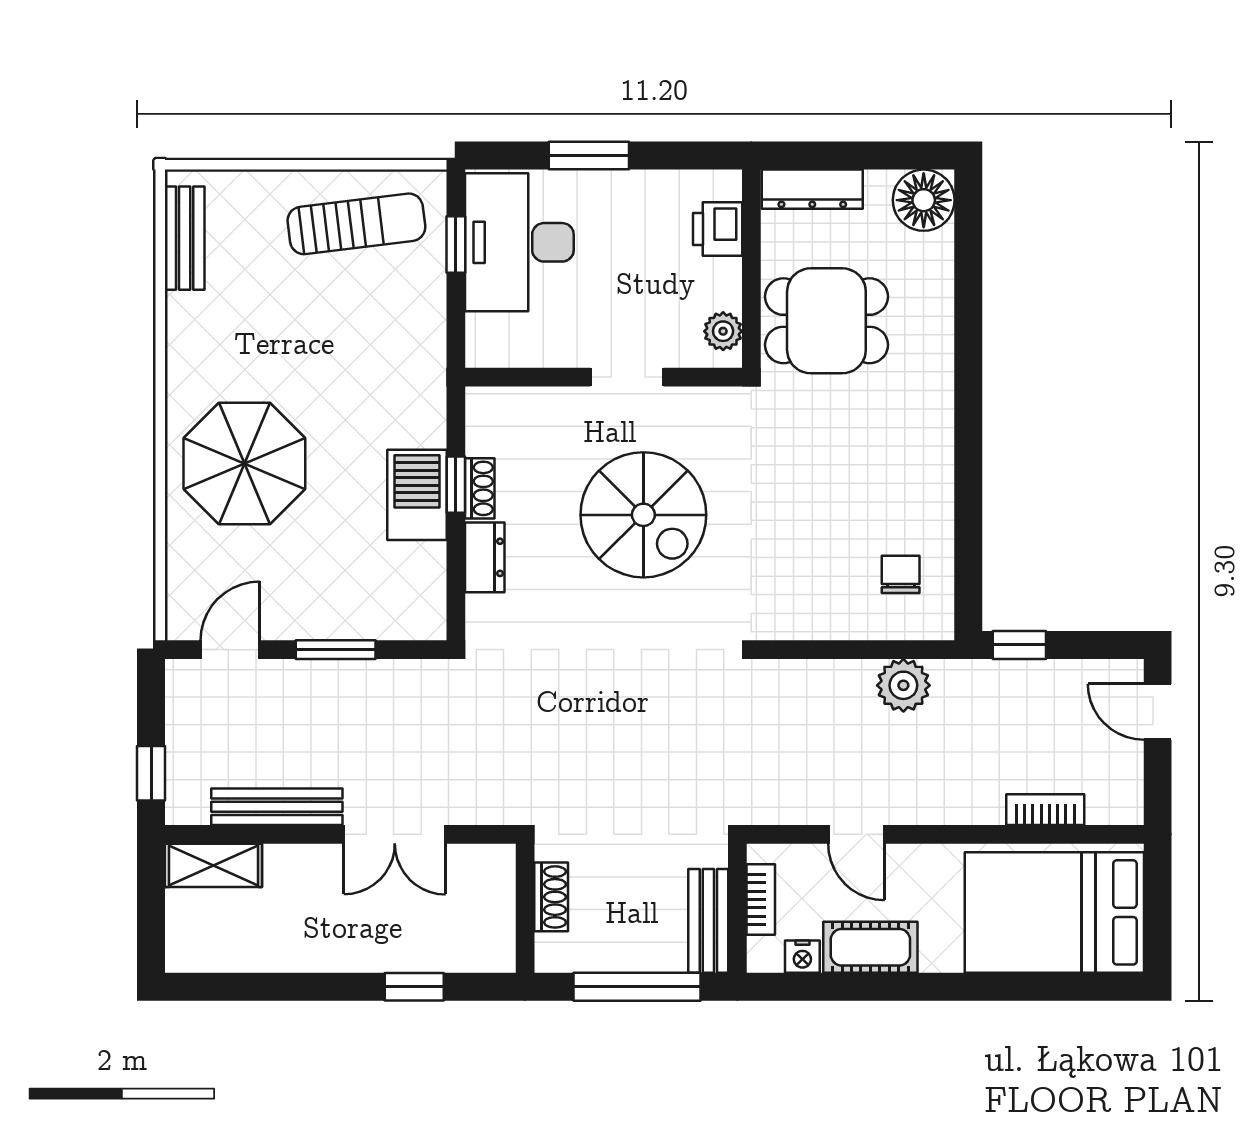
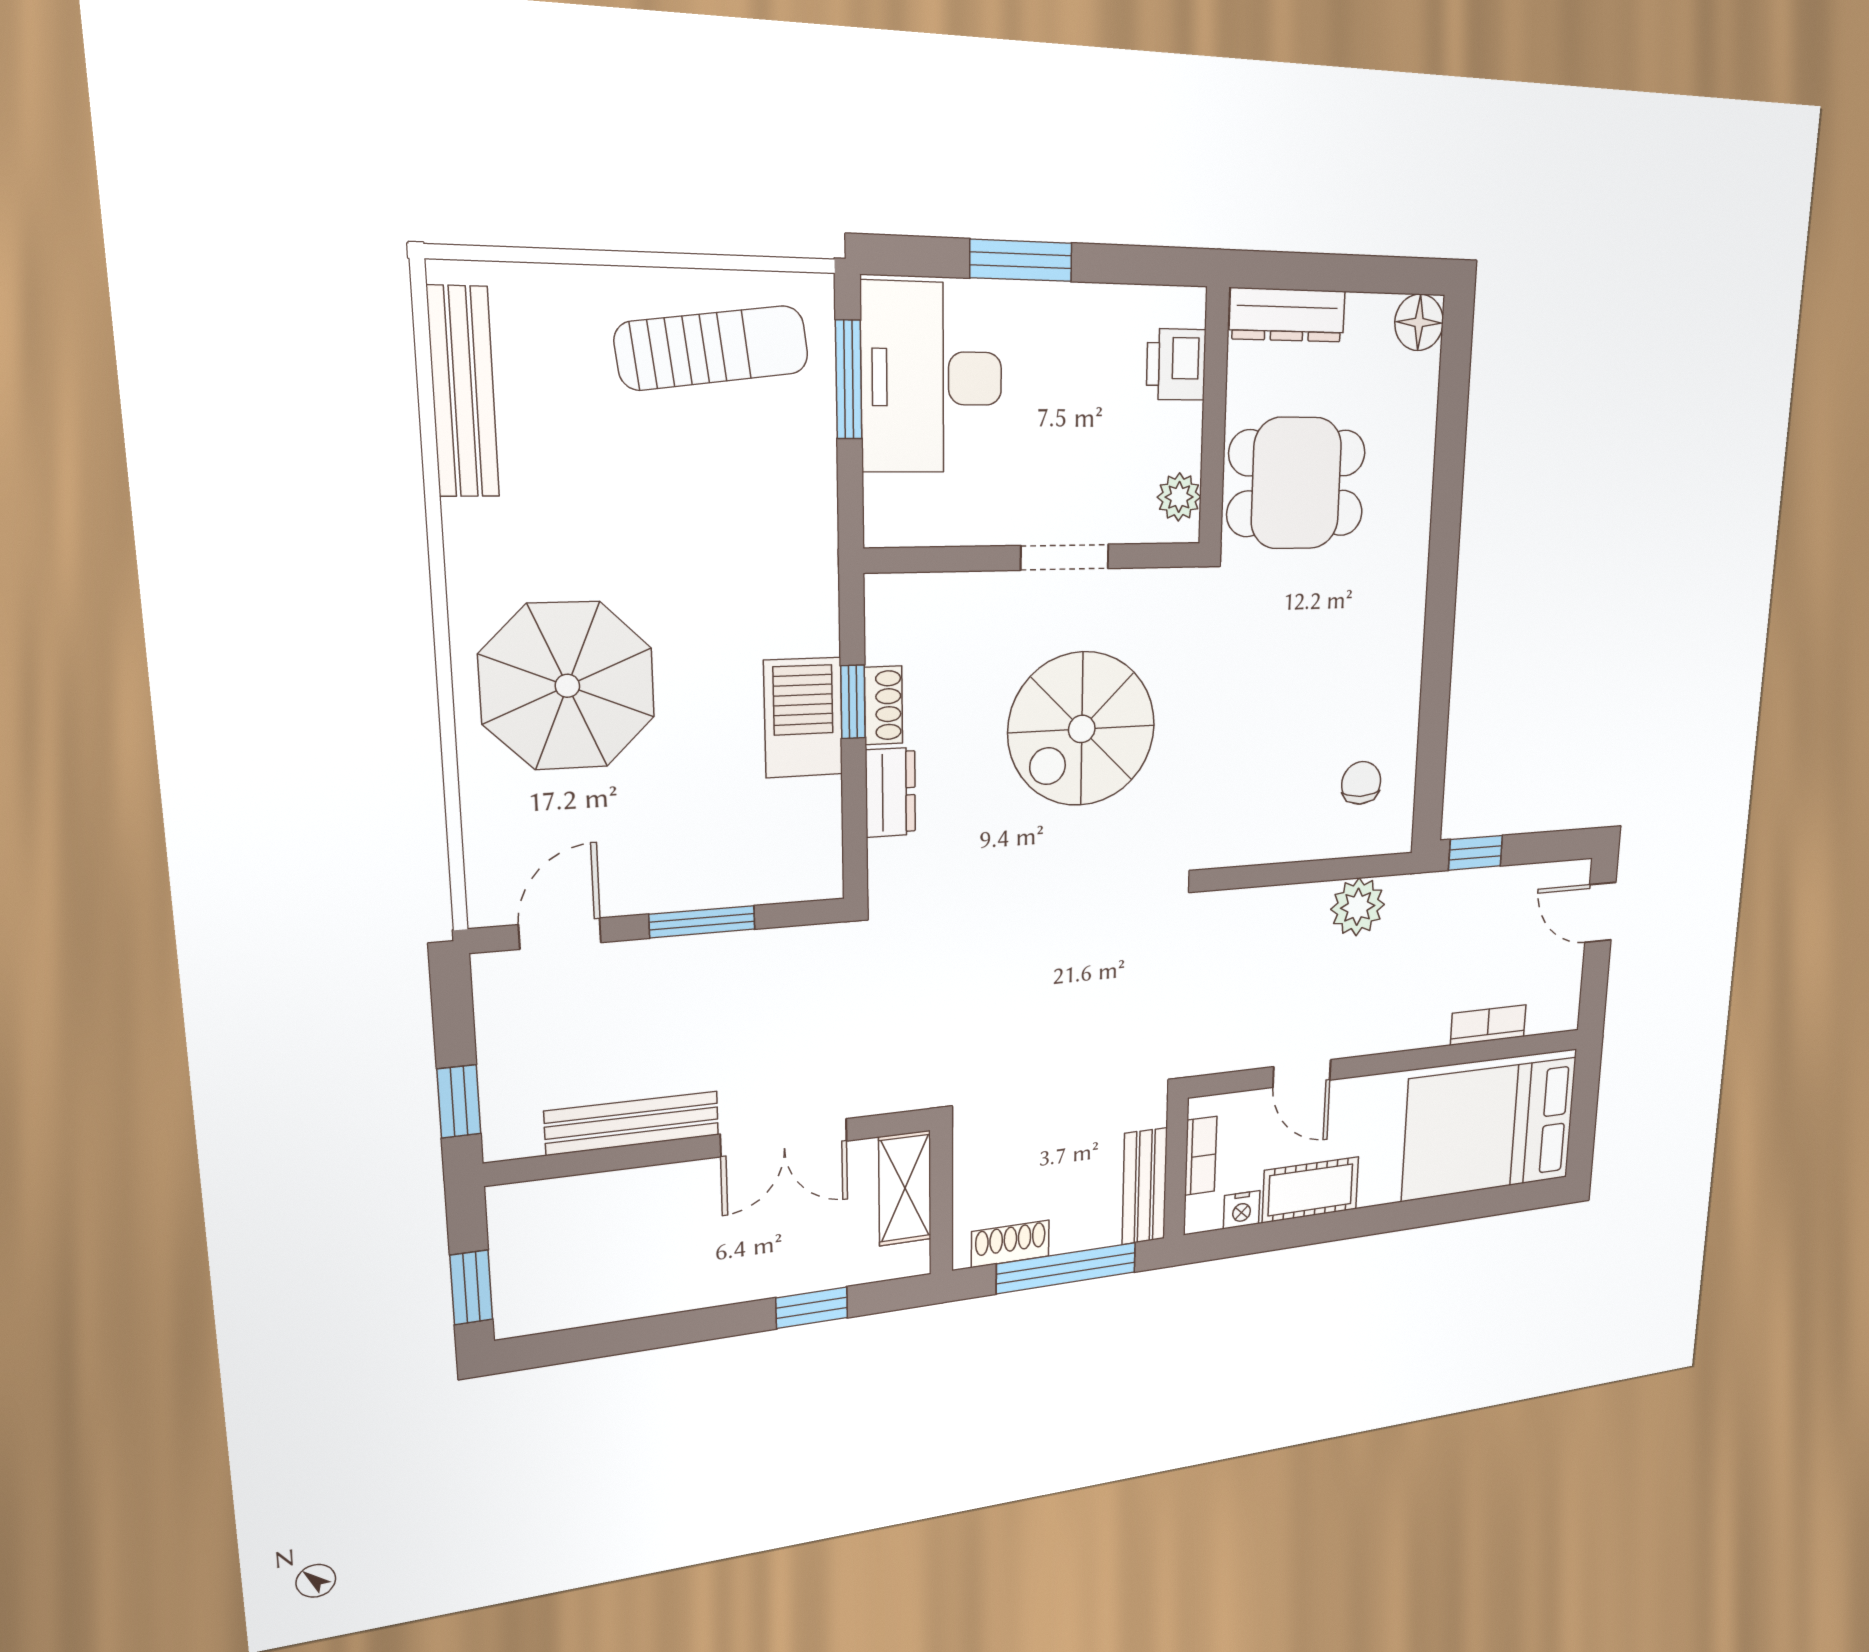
floor lamp: (924, 200) -> (1419, 322), width x0.73, depth x0.73
bench: (185, 238) -> (463, 392), width x1.36
window: (456, 244) -> (849, 380), width x1.50
spiral stairs: (643, 515) -> (1082, 729), turned 90
shelving: (213, 865) -> (905, 1188), moved, turned 90
shoe rack: (551, 897) -> (1010, 1244), moved, turned -90
window: (151, 925) -> (471, 1287), added

